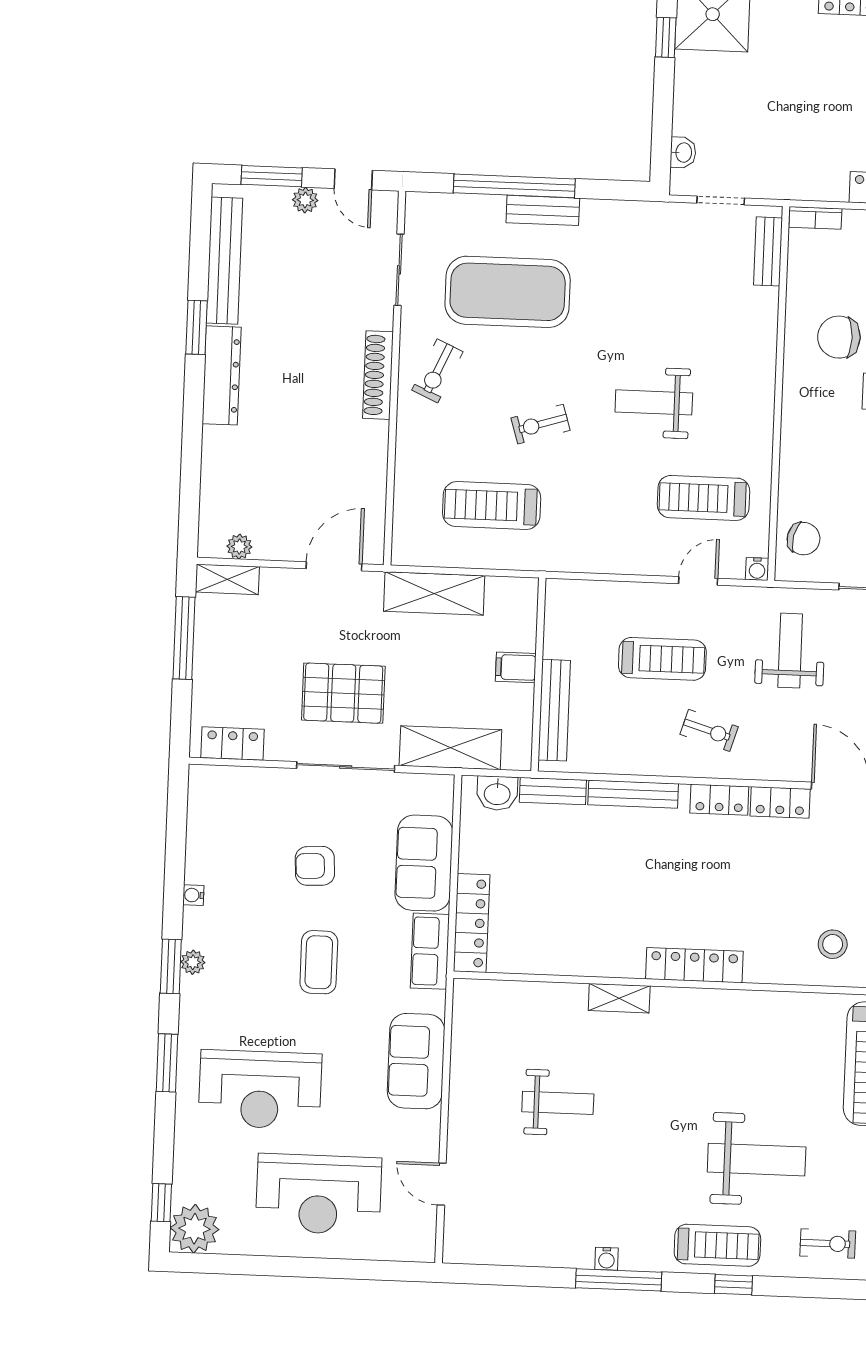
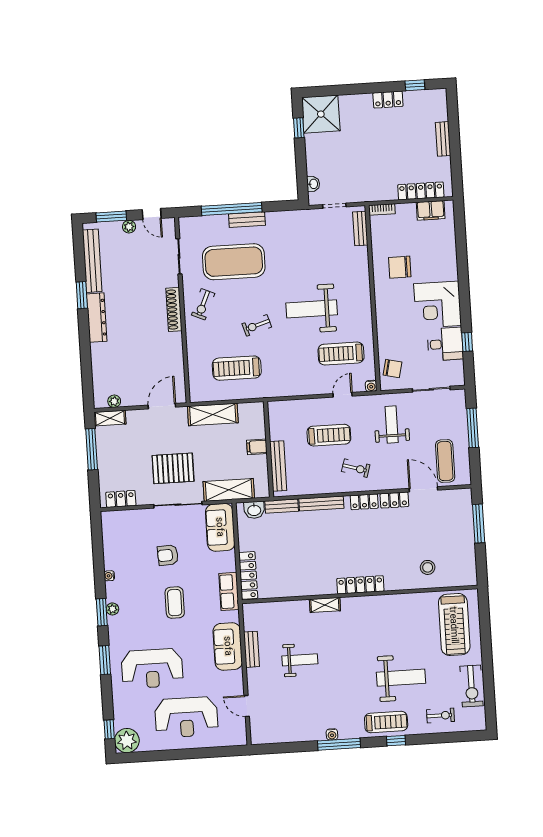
weight bench: (654, 402) -> (312, 309), width x1.36, depth x1.33
sofa: (424, 863) -> (220, 527), moved
bench: (463, 1072) -> (252, 649), added

